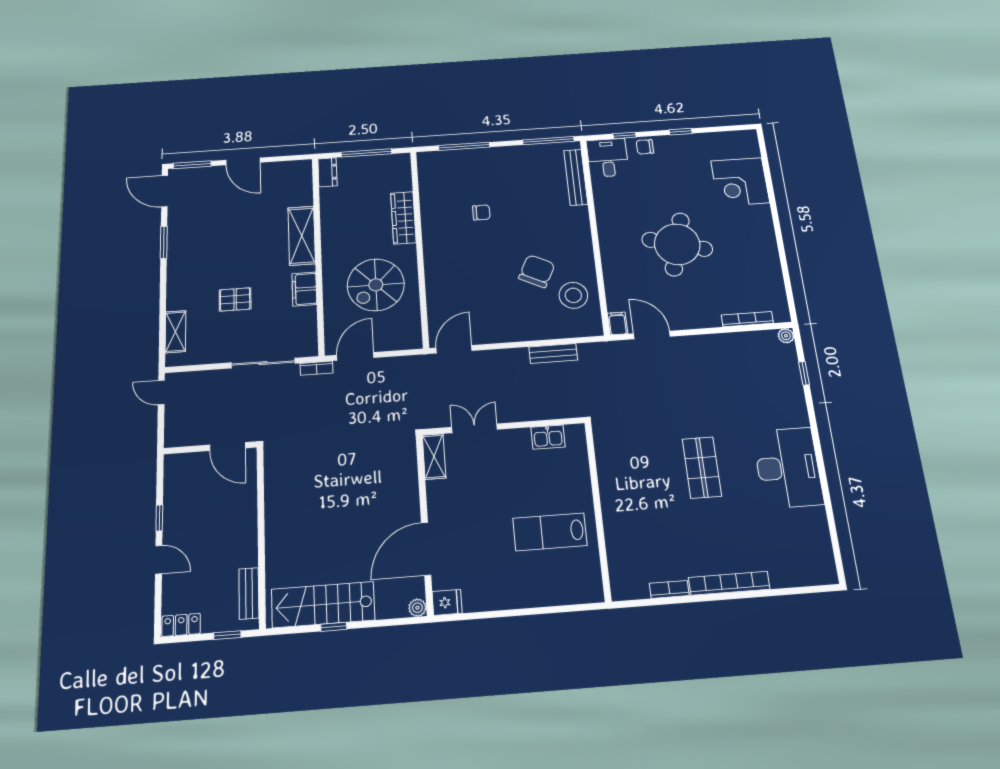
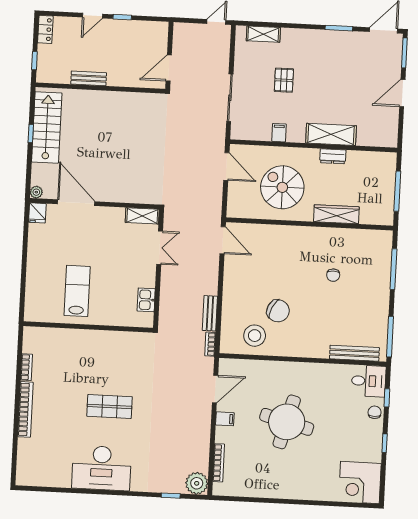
dresser: (327, 172) -> (333, 156), moved
corner desk: (740, 182) -> (360, 483), moved, turned -90
filing cabinet: (304, 289) -> (279, 133), width x0.50
filing cabinet: (618, 323) -> (225, 419), moved
plant: (786, 336) -> (197, 483), width x1.88, depth x1.88
bookcase: (317, 368) -> (210, 344), moved
bench: (249, 593) -> (89, 78), moved

